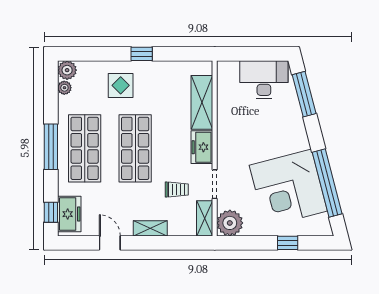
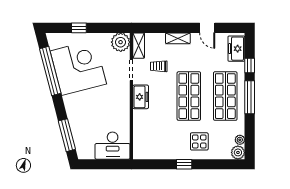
desk: (264, 80) -> (113, 146), moved
shelving: (202, 102) -> (141, 129), removed
window: (51, 212) -> (250, 65), moved

